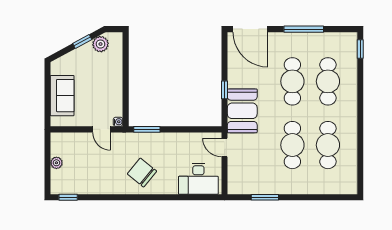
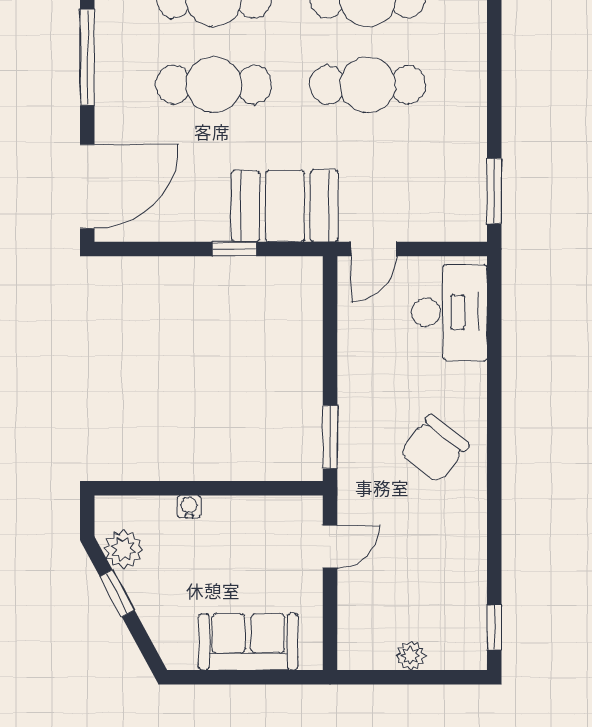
water cooler: (118, 122) -> (189, 507), moved
window: (265, 197) -> (494, 191), moved

